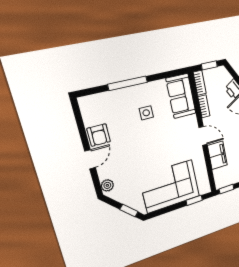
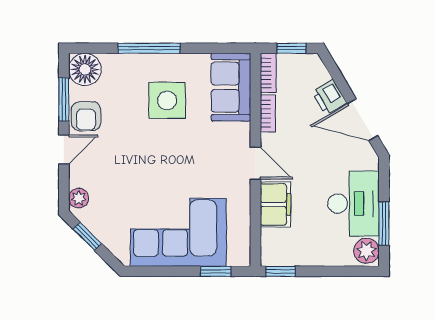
floor lamp: (90, 106) -> (85, 69), added
side table: (146, 113) -> (167, 100), width x1.87, depth x1.87
window: (81, 128) -> (64, 99), added
window: (129, 211) -> (87, 236), moved

